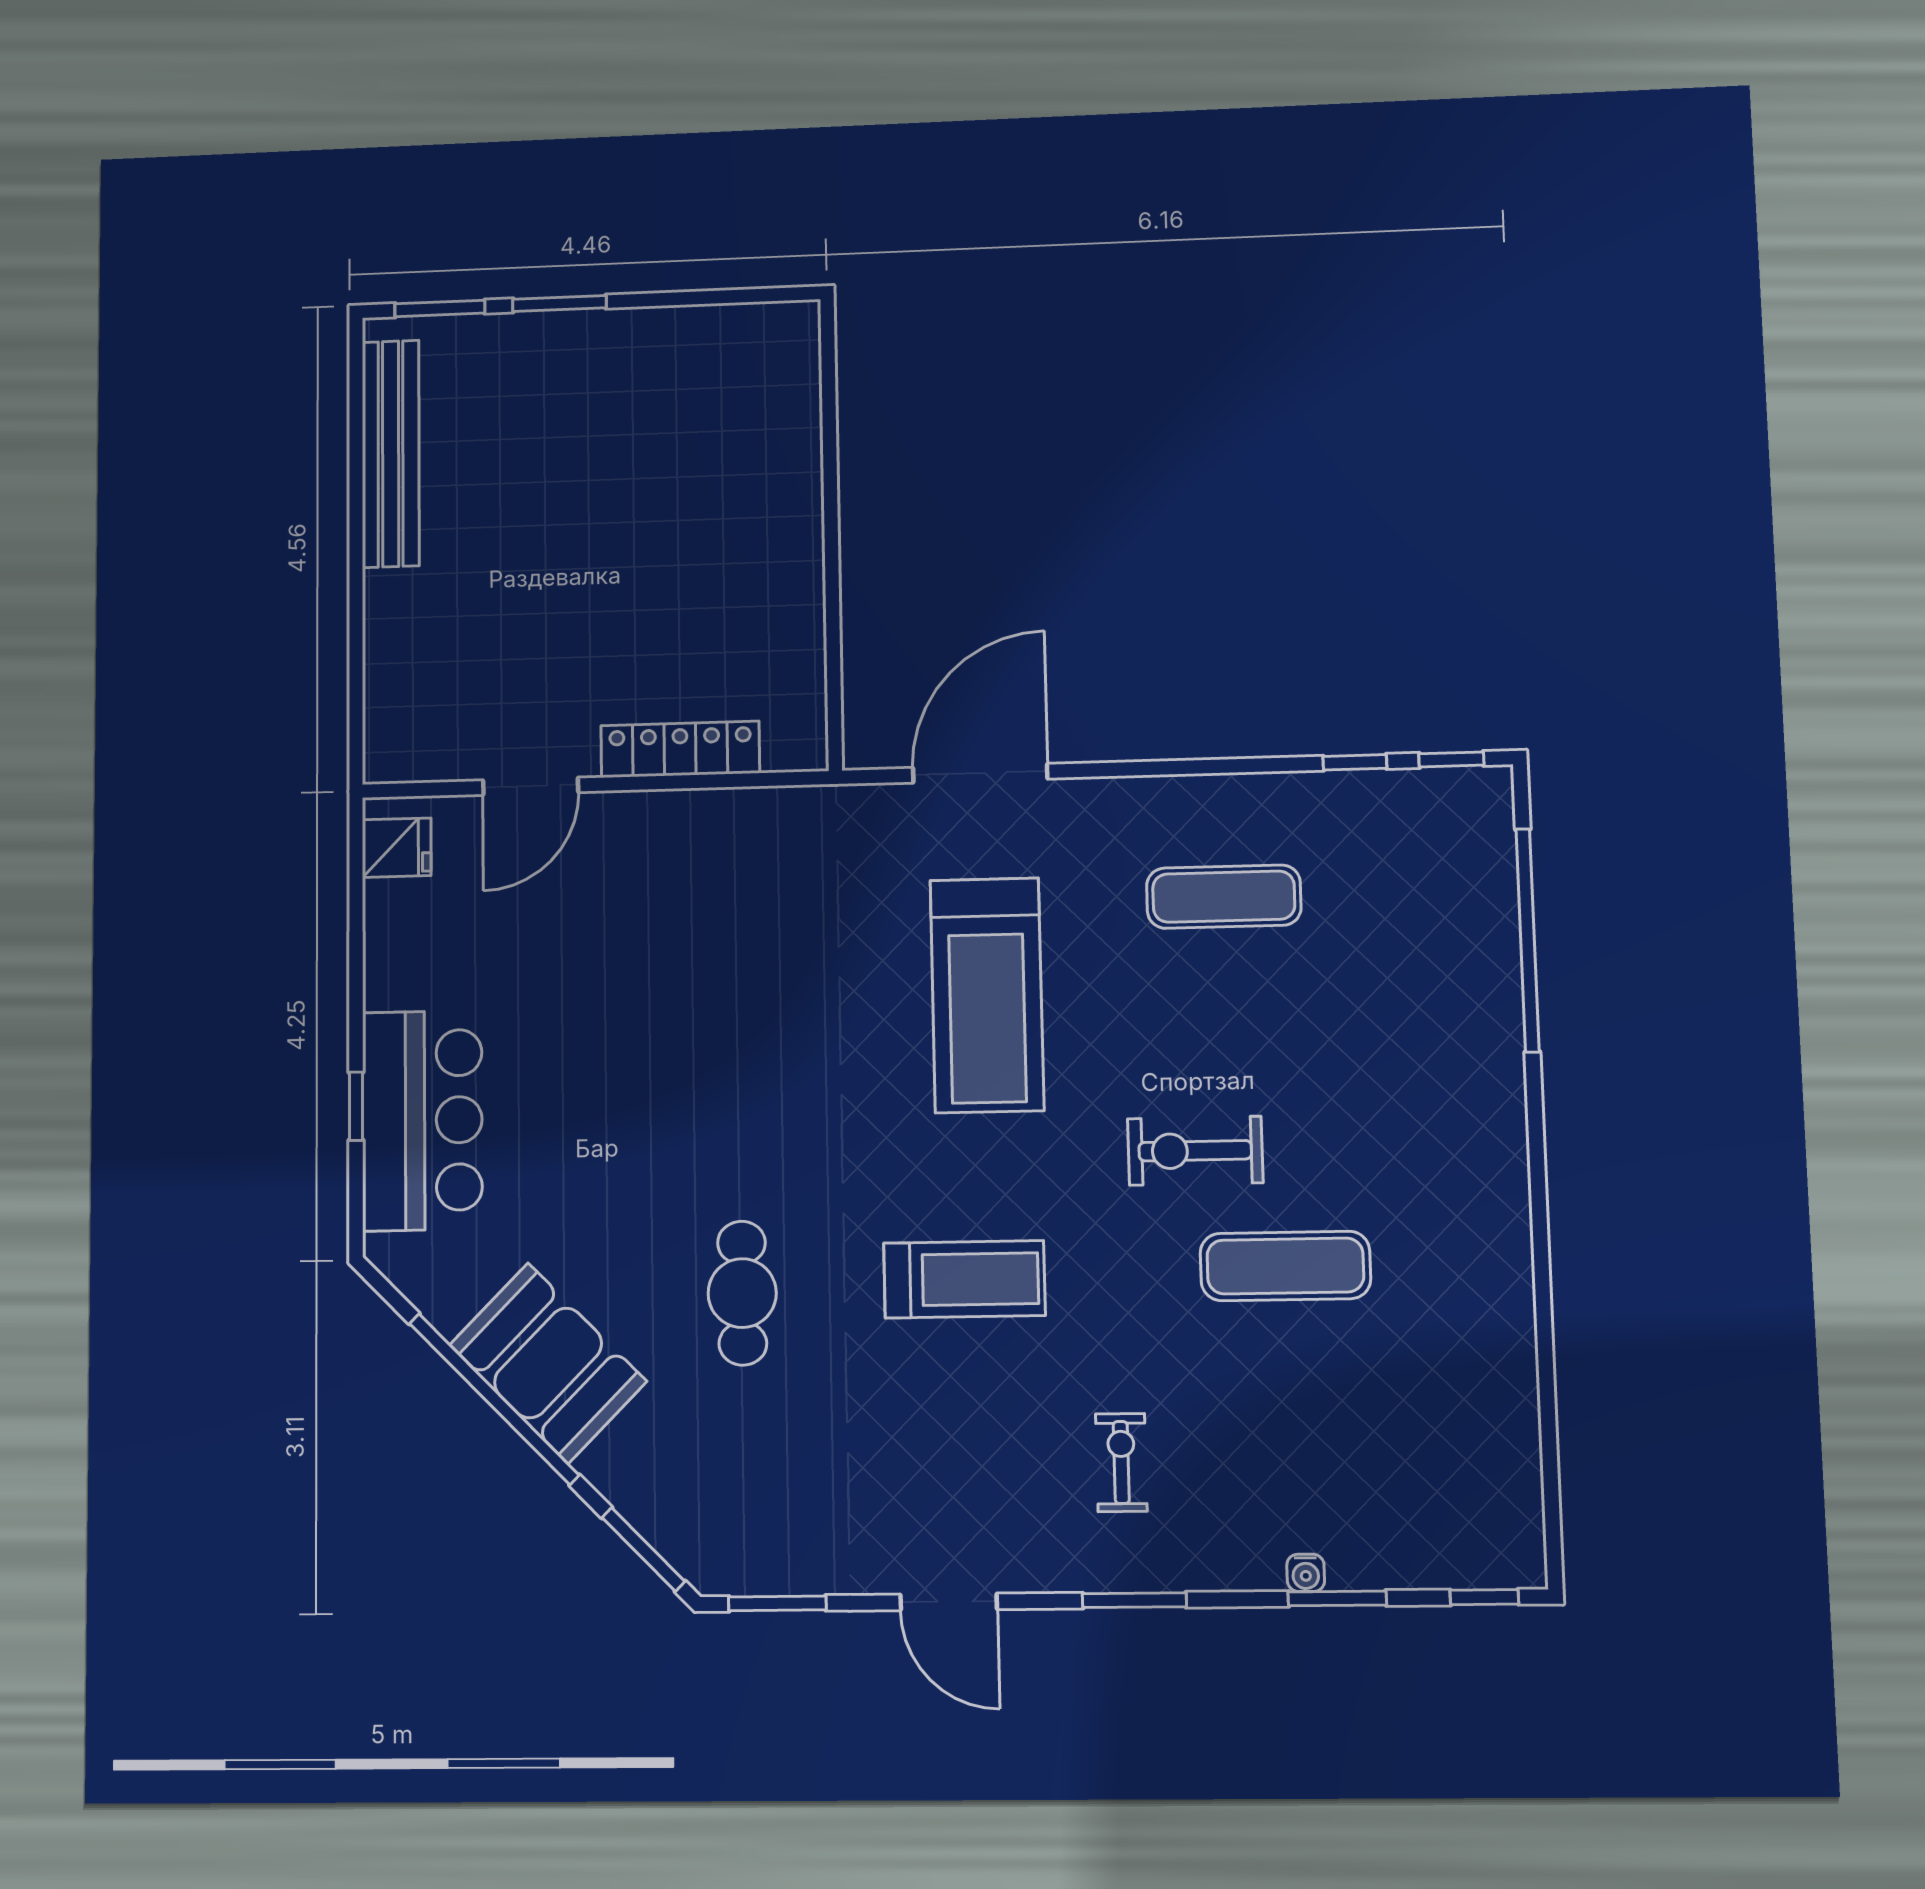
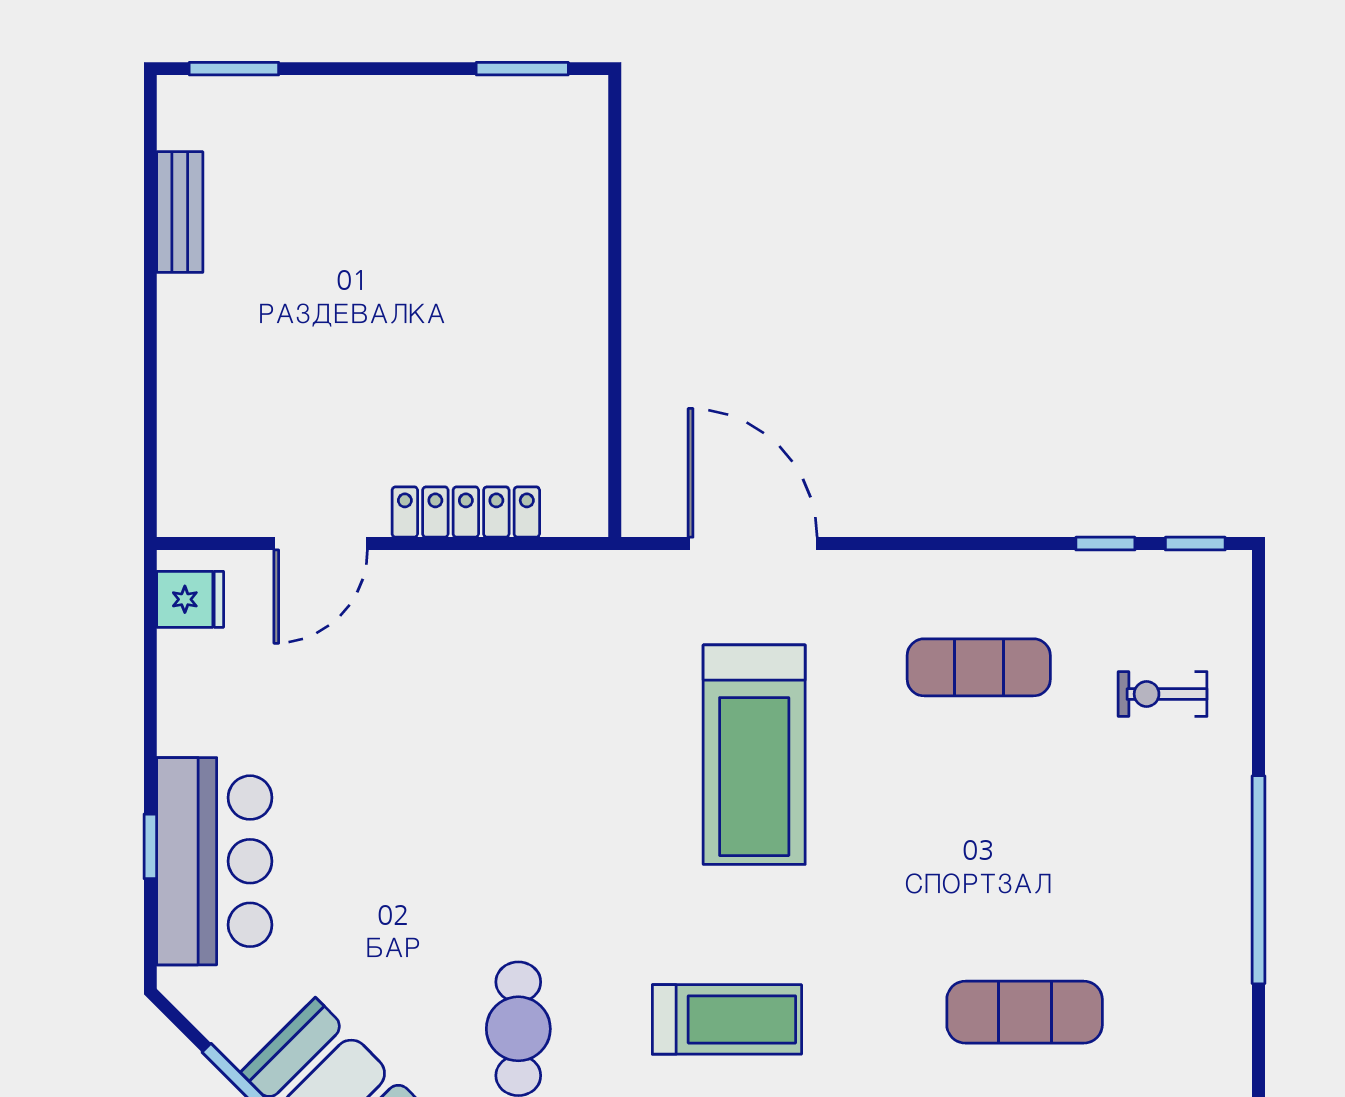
window: (559, 304) -> (522, 69), moved
bench: (391, 454) -> (180, 212), width x0.54, depth x0.82
door: (980, 773) -> (753, 544), hinge flipped
window: (1528, 940) -> (1259, 880), moved
exercise bike: (1195, 1151) -> (1163, 694), moved, width x0.73, depth x0.72

